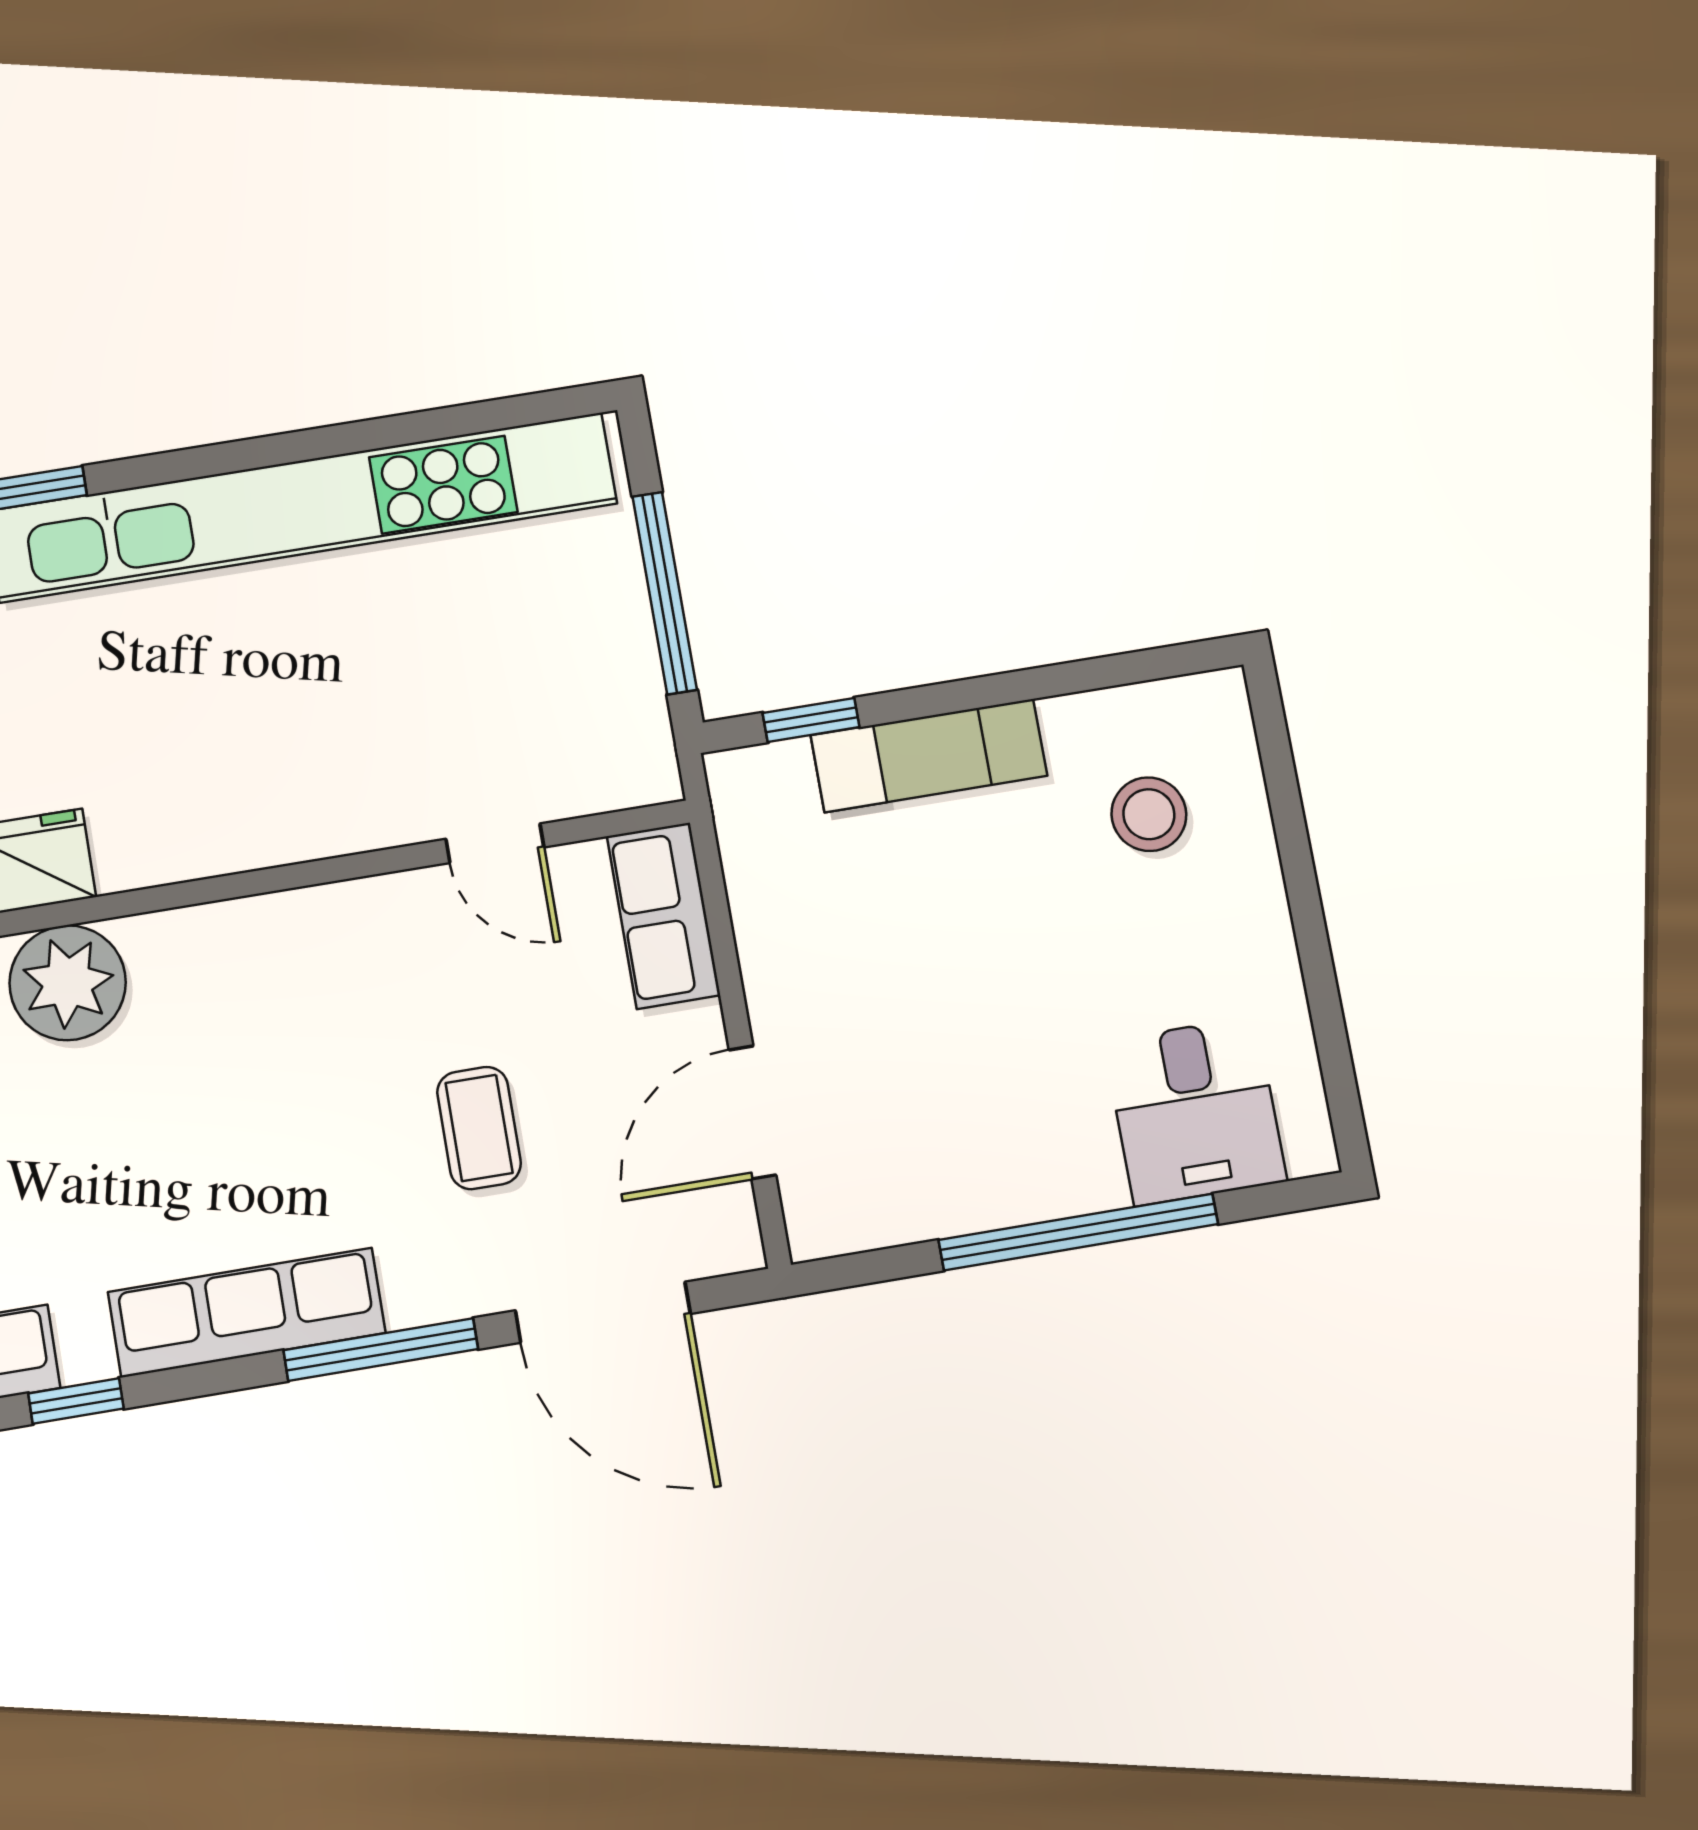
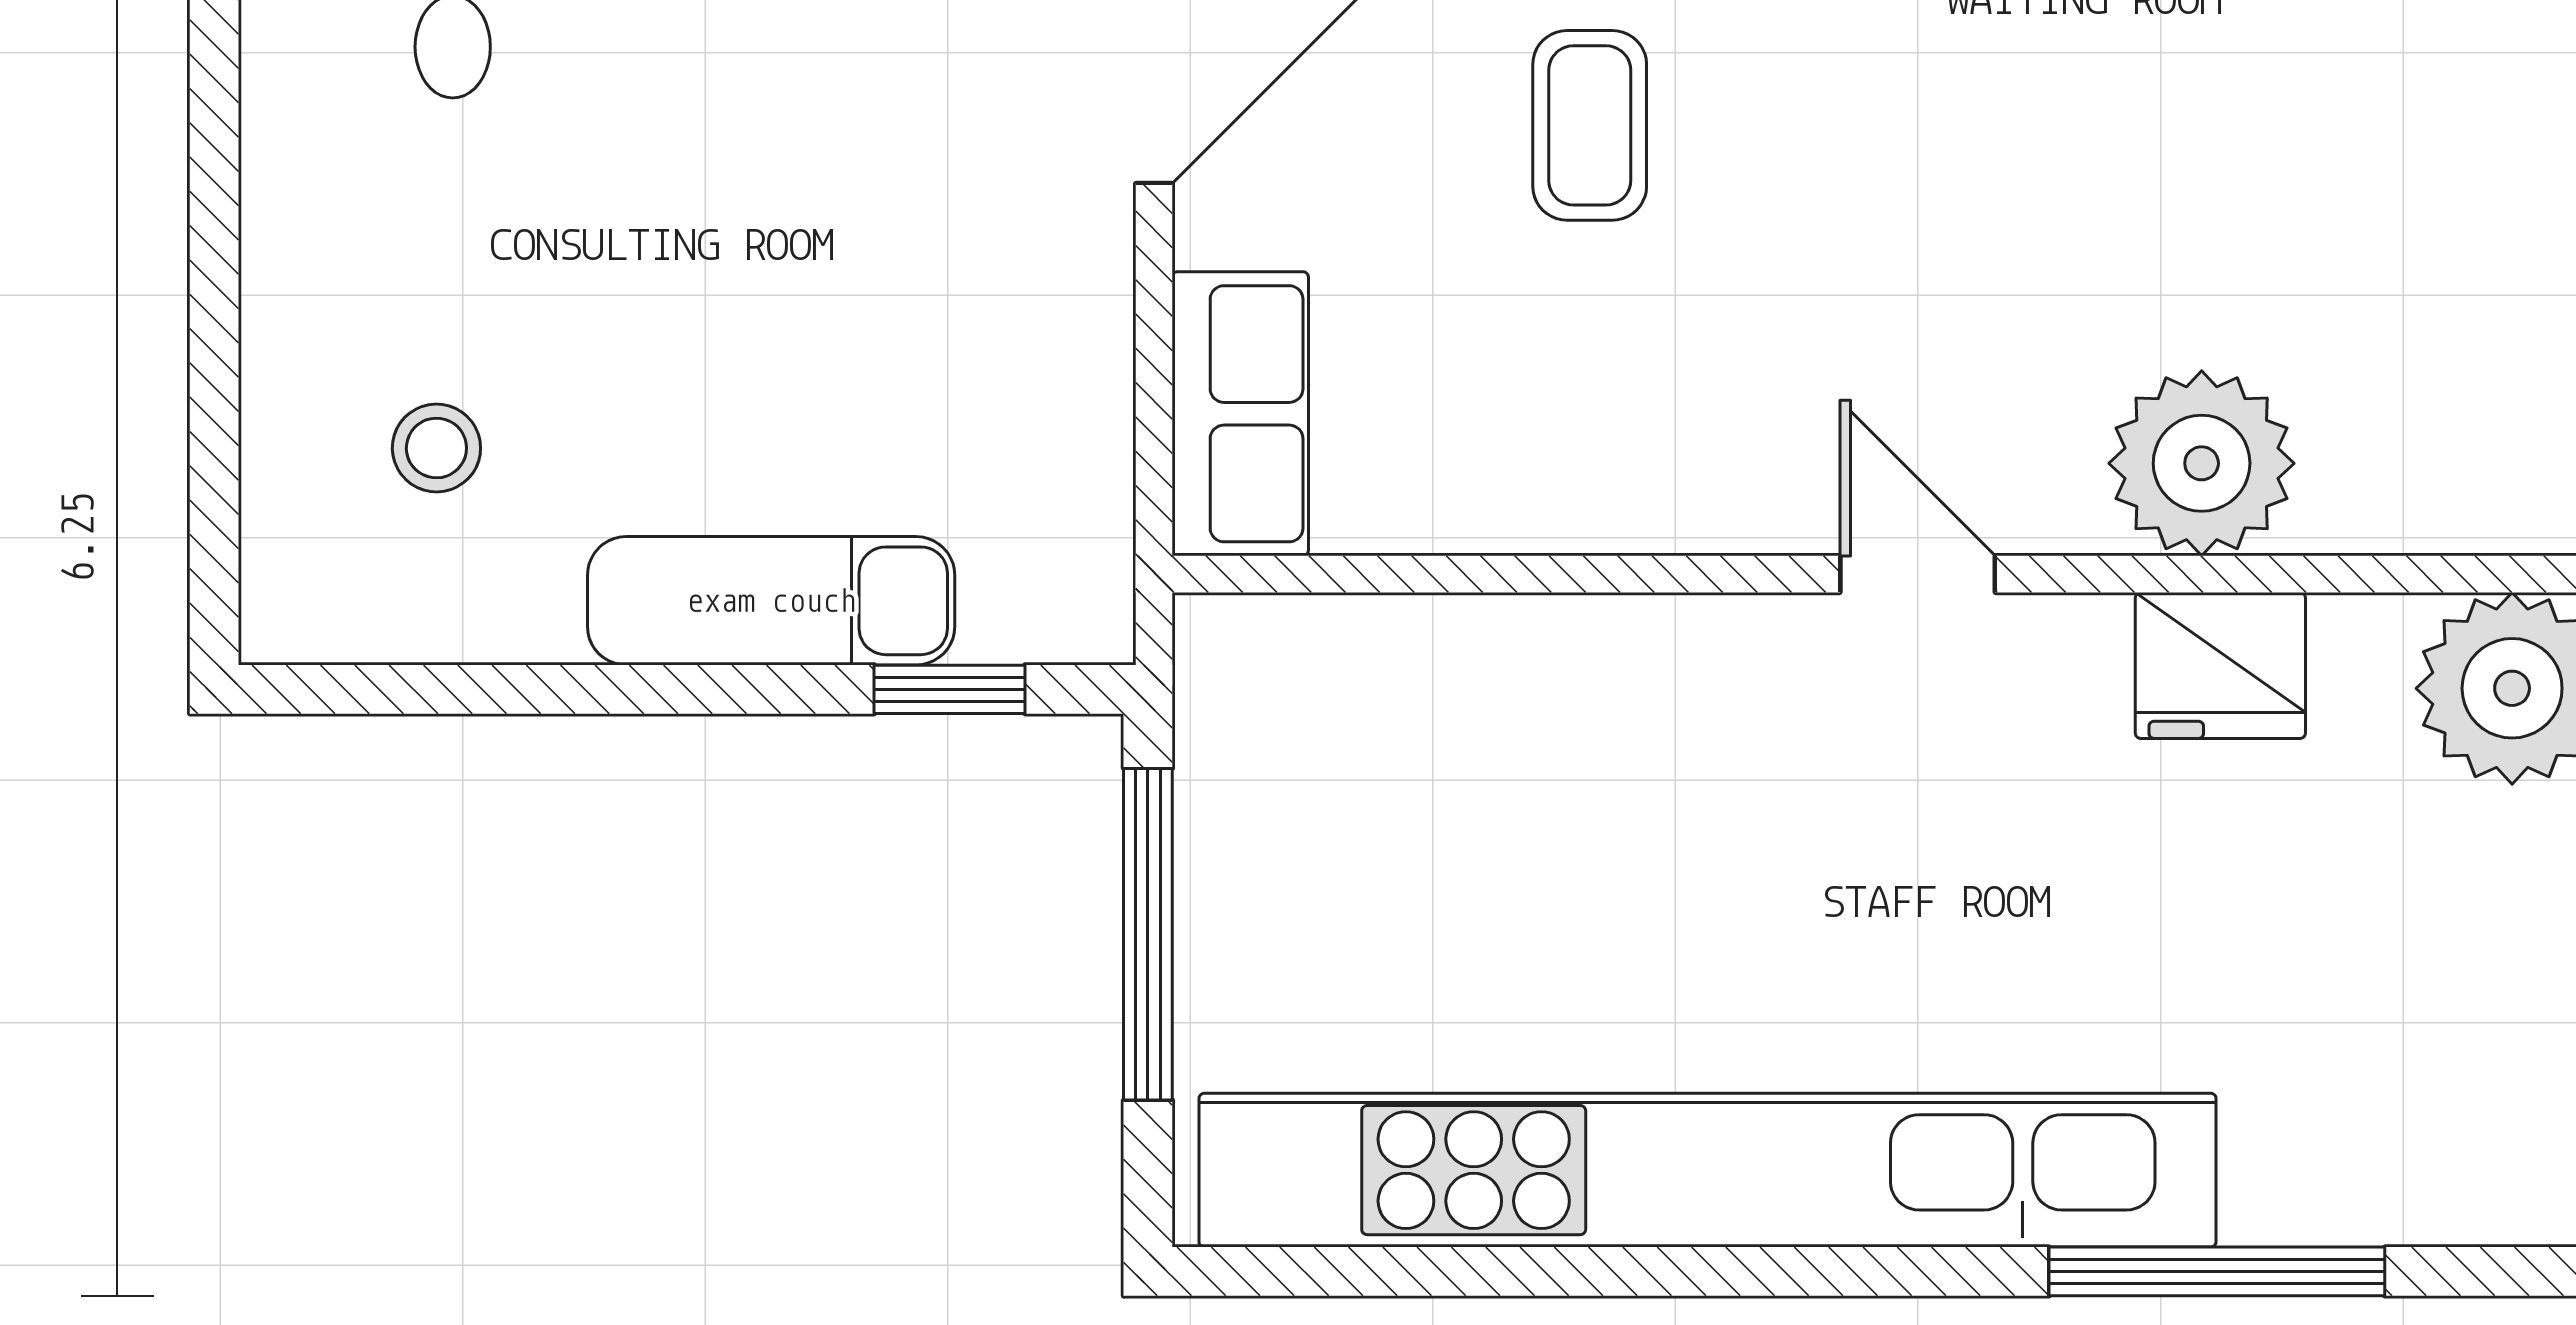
stool: (1149, 814) -> (436, 448), width x0.73, depth x0.73
door: (495, 843) -> (1918, 574), moved

